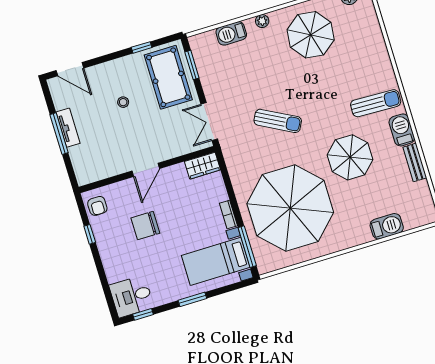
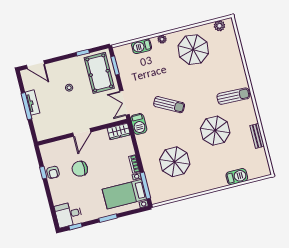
barbecue: (402, 130) -> (139, 124), moved, turned 180
armchair: (97, 206) -> (53, 172), moved
parasol: (290, 208) -> (175, 162), width x0.54, depth x0.54

